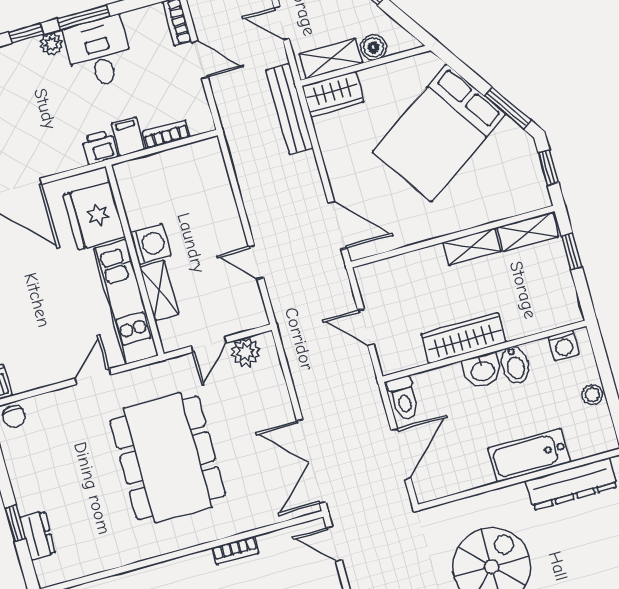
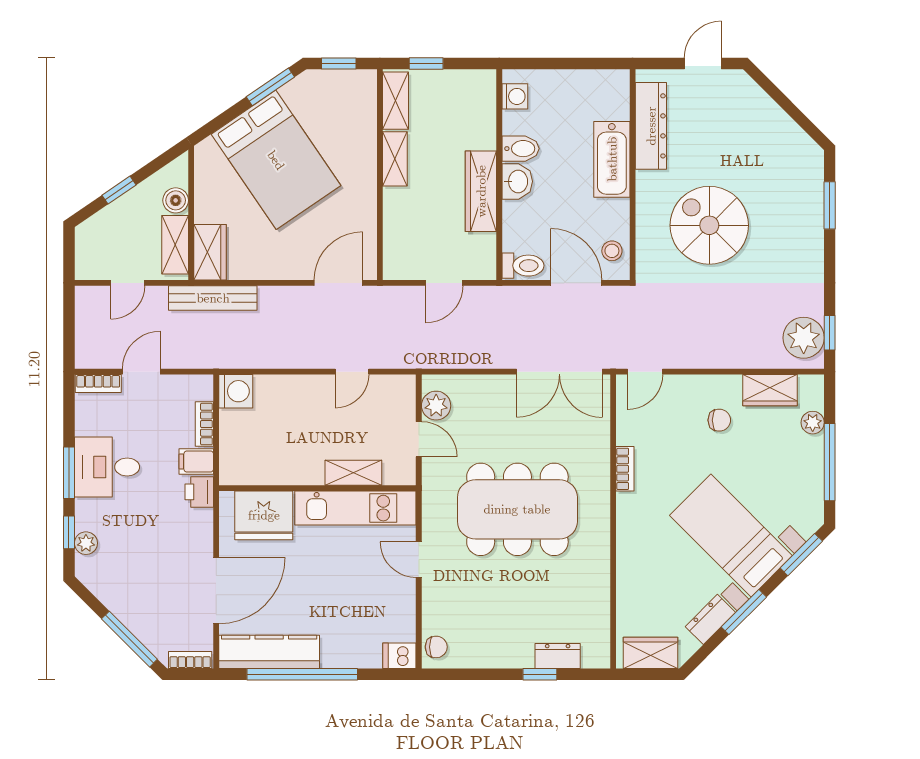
plant: (51, 44) -> (86, 543), moved
washing machine: (151, 244) -> (236, 391), moved, turned 90
stool: (592, 395) -> (612, 251), moved

